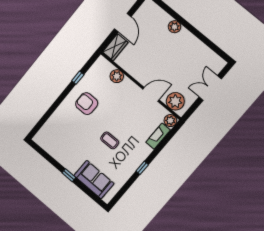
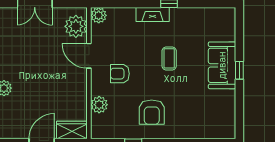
armchair: (125, 104) -> (120, 74), added
fireplace: (158, 136) -> (153, 14), moved
sofa: (94, 180) -> (222, 65), moved

